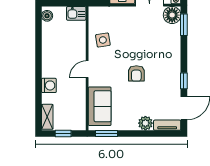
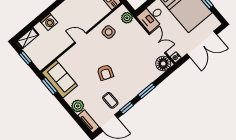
plant: (104, 13) -> (127, 18), added
window: (184, 25) -> (147, 91), moved
armchair: (136, 73) -> (105, 72), turned -69
coffee table: (165, 90) -> (110, 100), added
sofa: (100, 106) -> (60, 79), moved, turned -90

